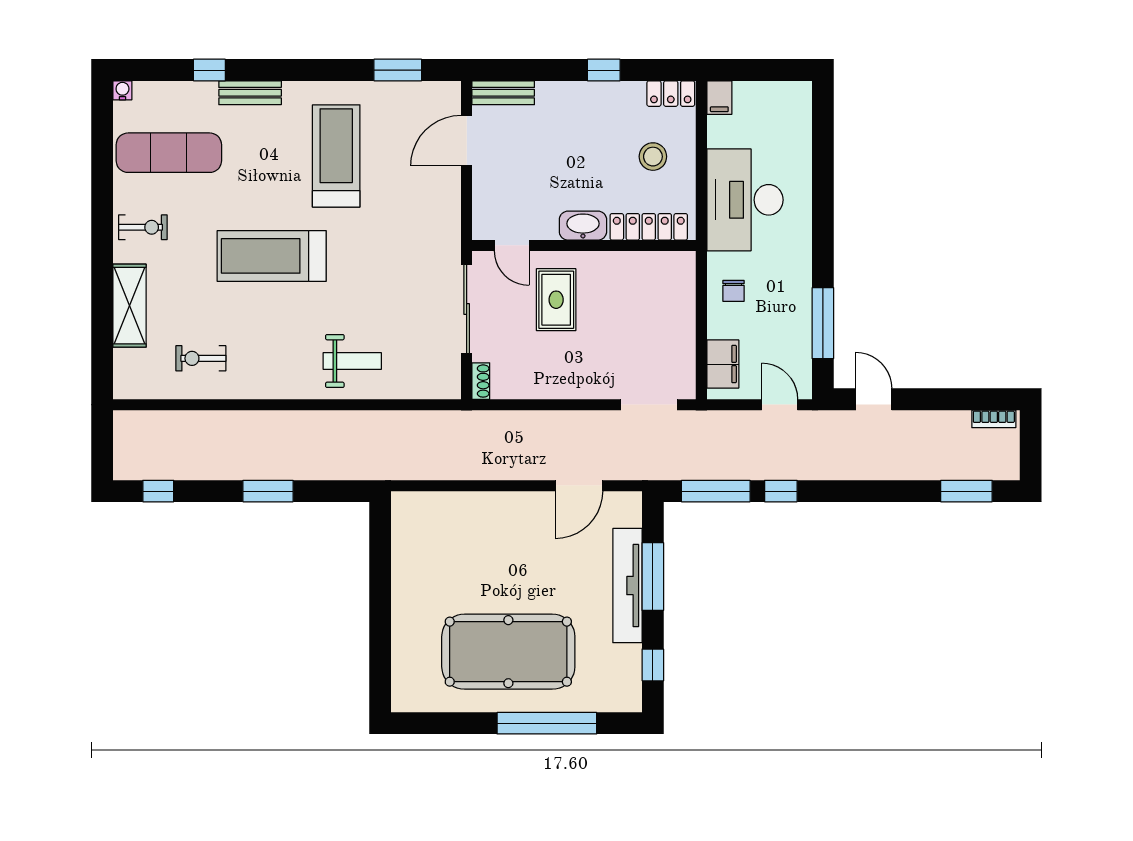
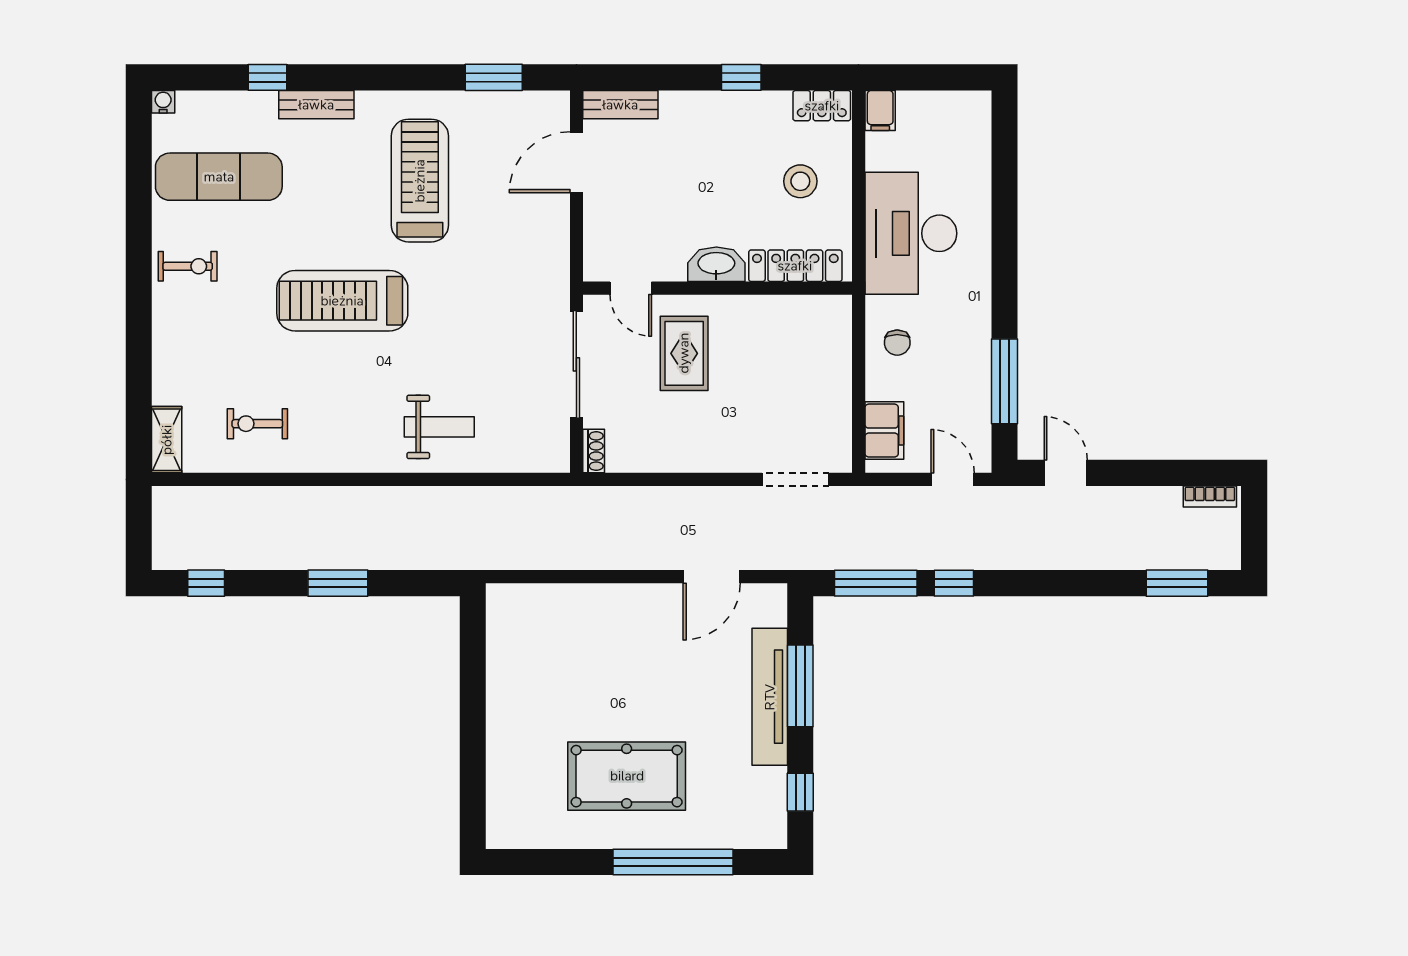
shelving: (130, 306) -> (167, 440), moved, width x0.67, depth x0.75
pool table: (508, 652) -> (627, 776), width x0.73, depth x0.76

